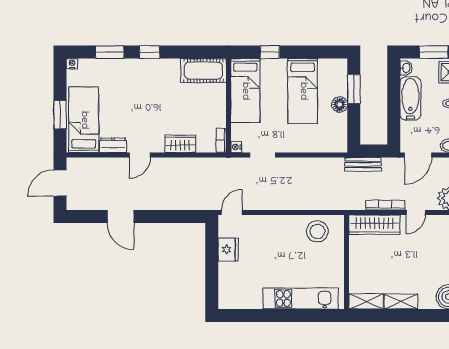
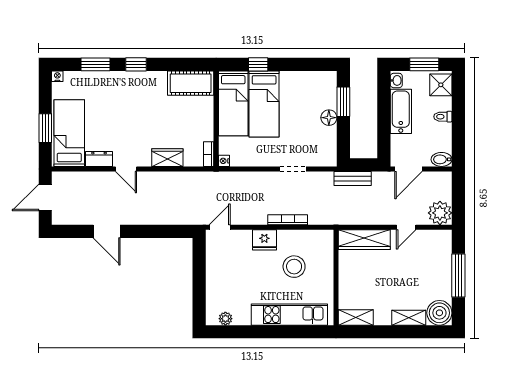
bed: (303, 91) -> (264, 104), moved
door: (140, 155) -> (126, 169), hinge flipped
doorway: (263, 155) -> (293, 169), moved
bookcase: (385, 205) -> (288, 220), moved
stool: (317, 231) -> (294, 267), moved
fridge: (228, 250) -> (264, 240), moved, turned 90
shelving: (401, 302) -> (409, 318), moved
plant: (238, 303) -> (225, 319), added

